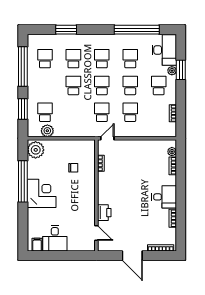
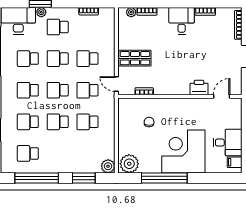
school desk: (45, 112) -> (87, 122), moved
plant: (47, 131) -> (108, 166), moved
shop shelf: (131, 155) -> (135, 58), added
corner desk: (42, 193) -> (183, 152), width x1.36, depth x1.36

